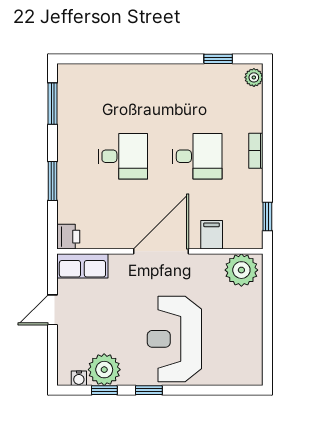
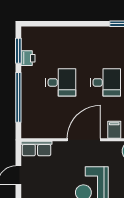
window: (52, 181) -> (18, 97), width x2.11
printer: (68, 237) -> (28, 58), moved

